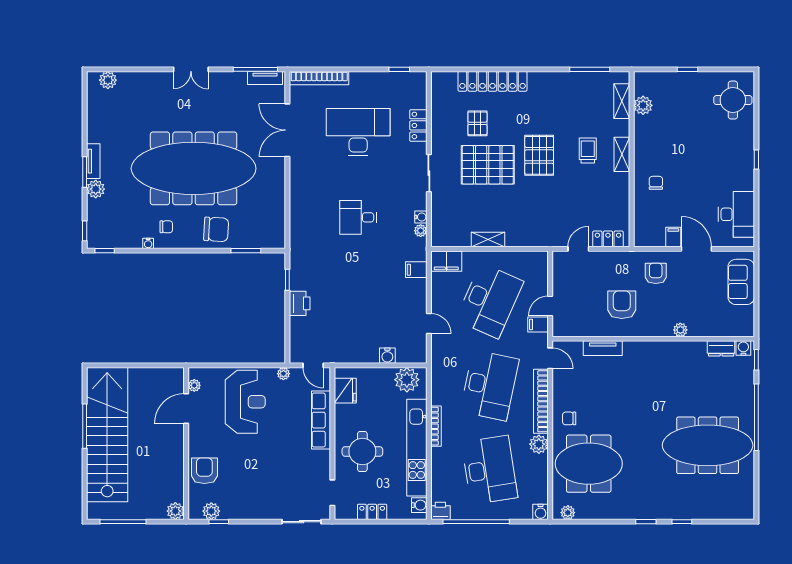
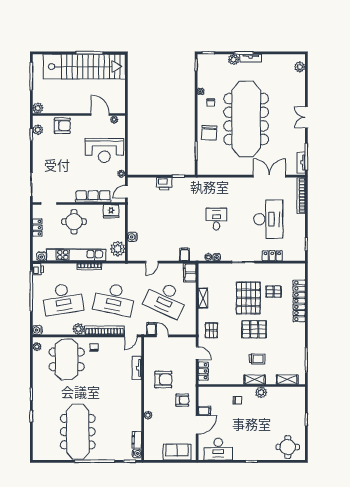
plant: (643, 105) -> (261, 392), moved
pallet: (541, 226) -> (211, 330), added

